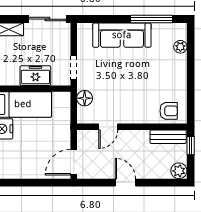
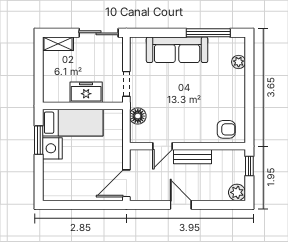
bench: (168, 137) -> (193, 157), moved

